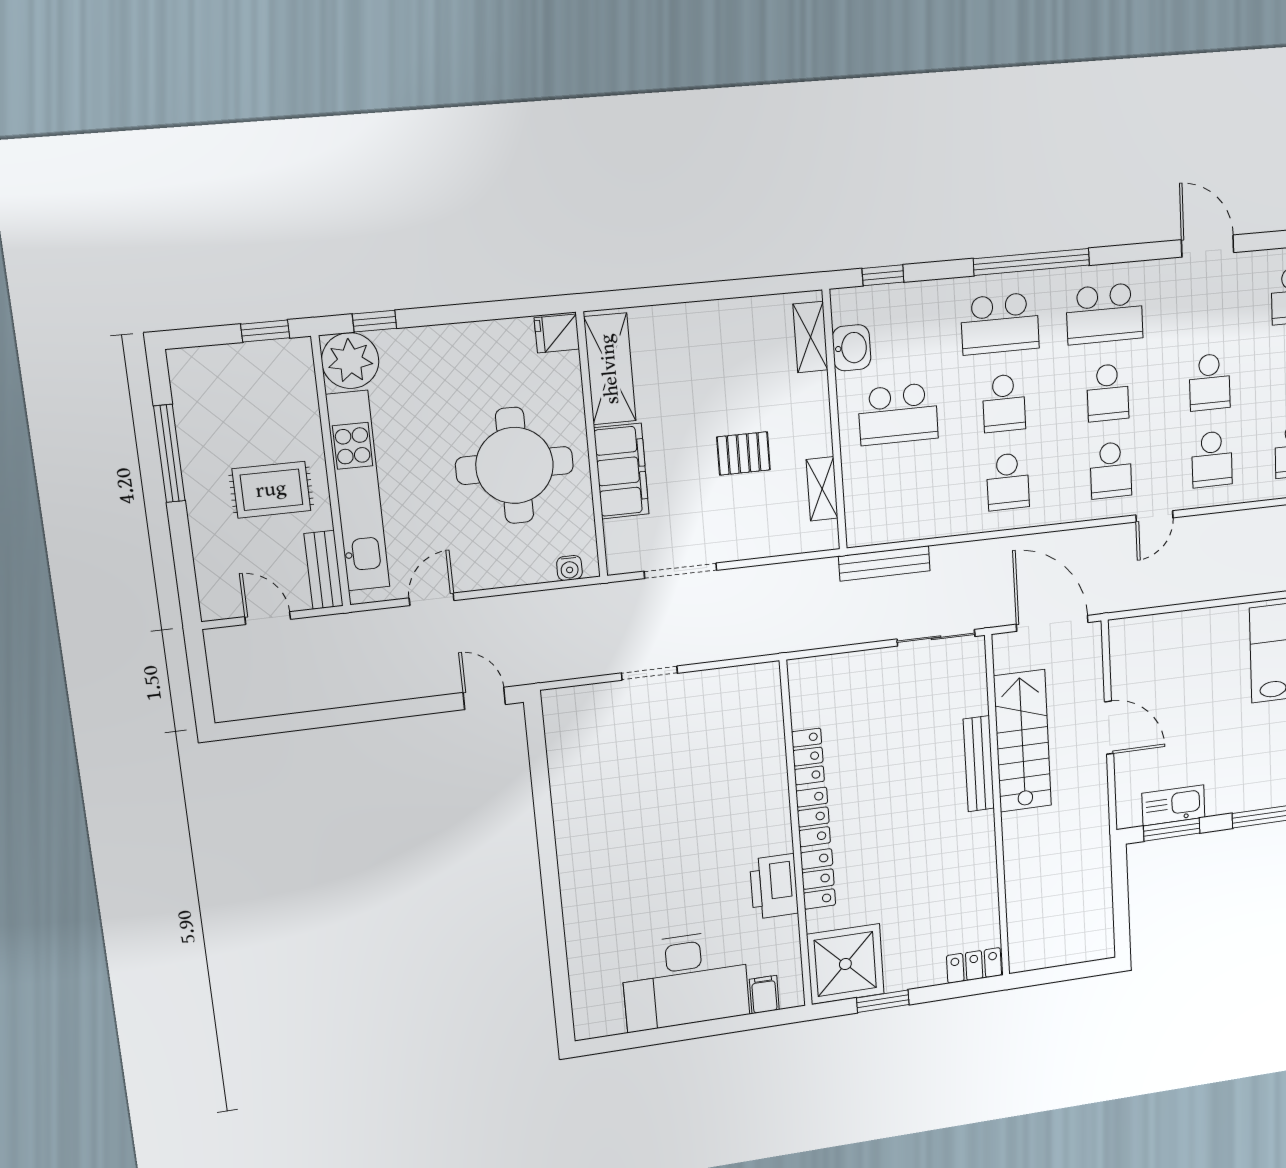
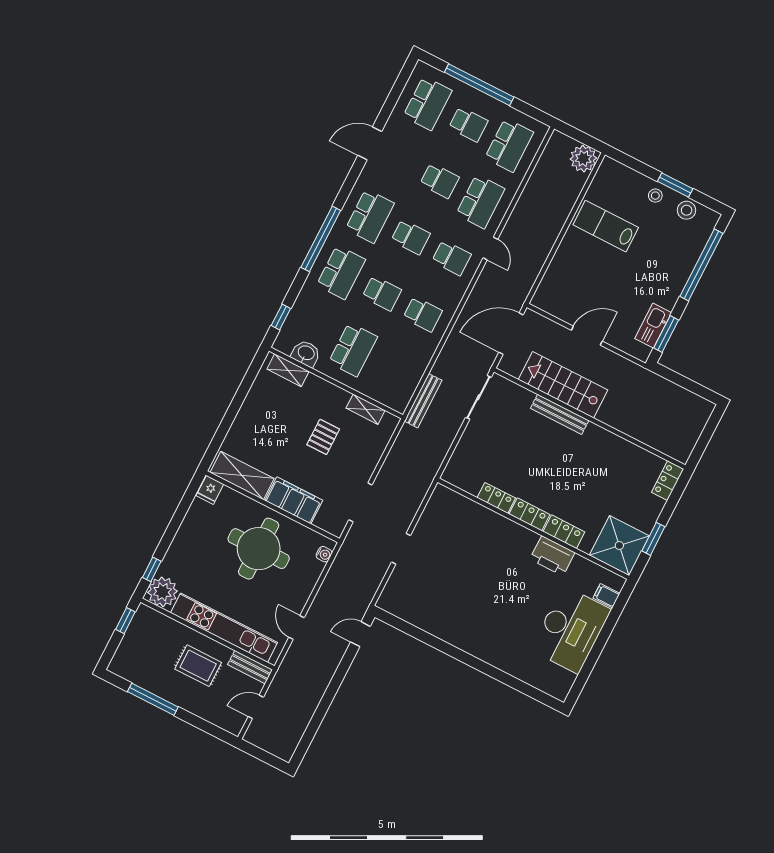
school desk: (1212, 459) -> (480, 202), width x1.85
rug: (271, 490) -> (198, 666), turned 90

